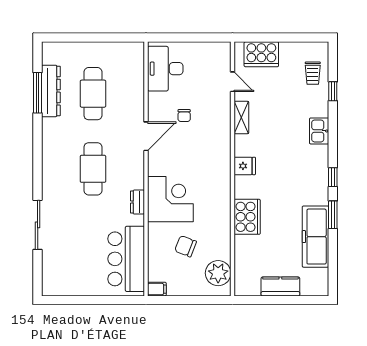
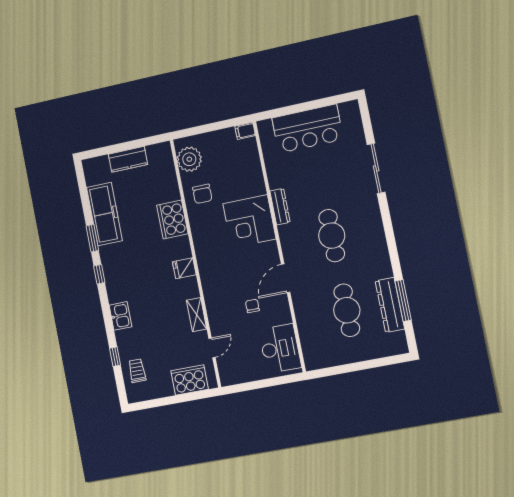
door: (232, 82) -> (212, 348), swing flipped
dresser: (138, 202) -> (280, 207), width x1.44
chair: (186, 246) -> (202, 194), moved, turned 69
bar counter: (126, 259) -> (308, 129), moved, turned 90

